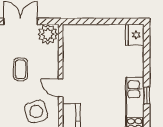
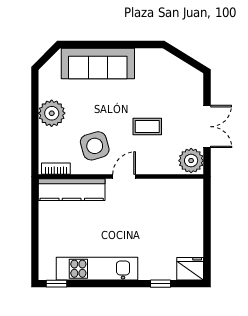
window: (147, 95) -> (160, 284), moved

